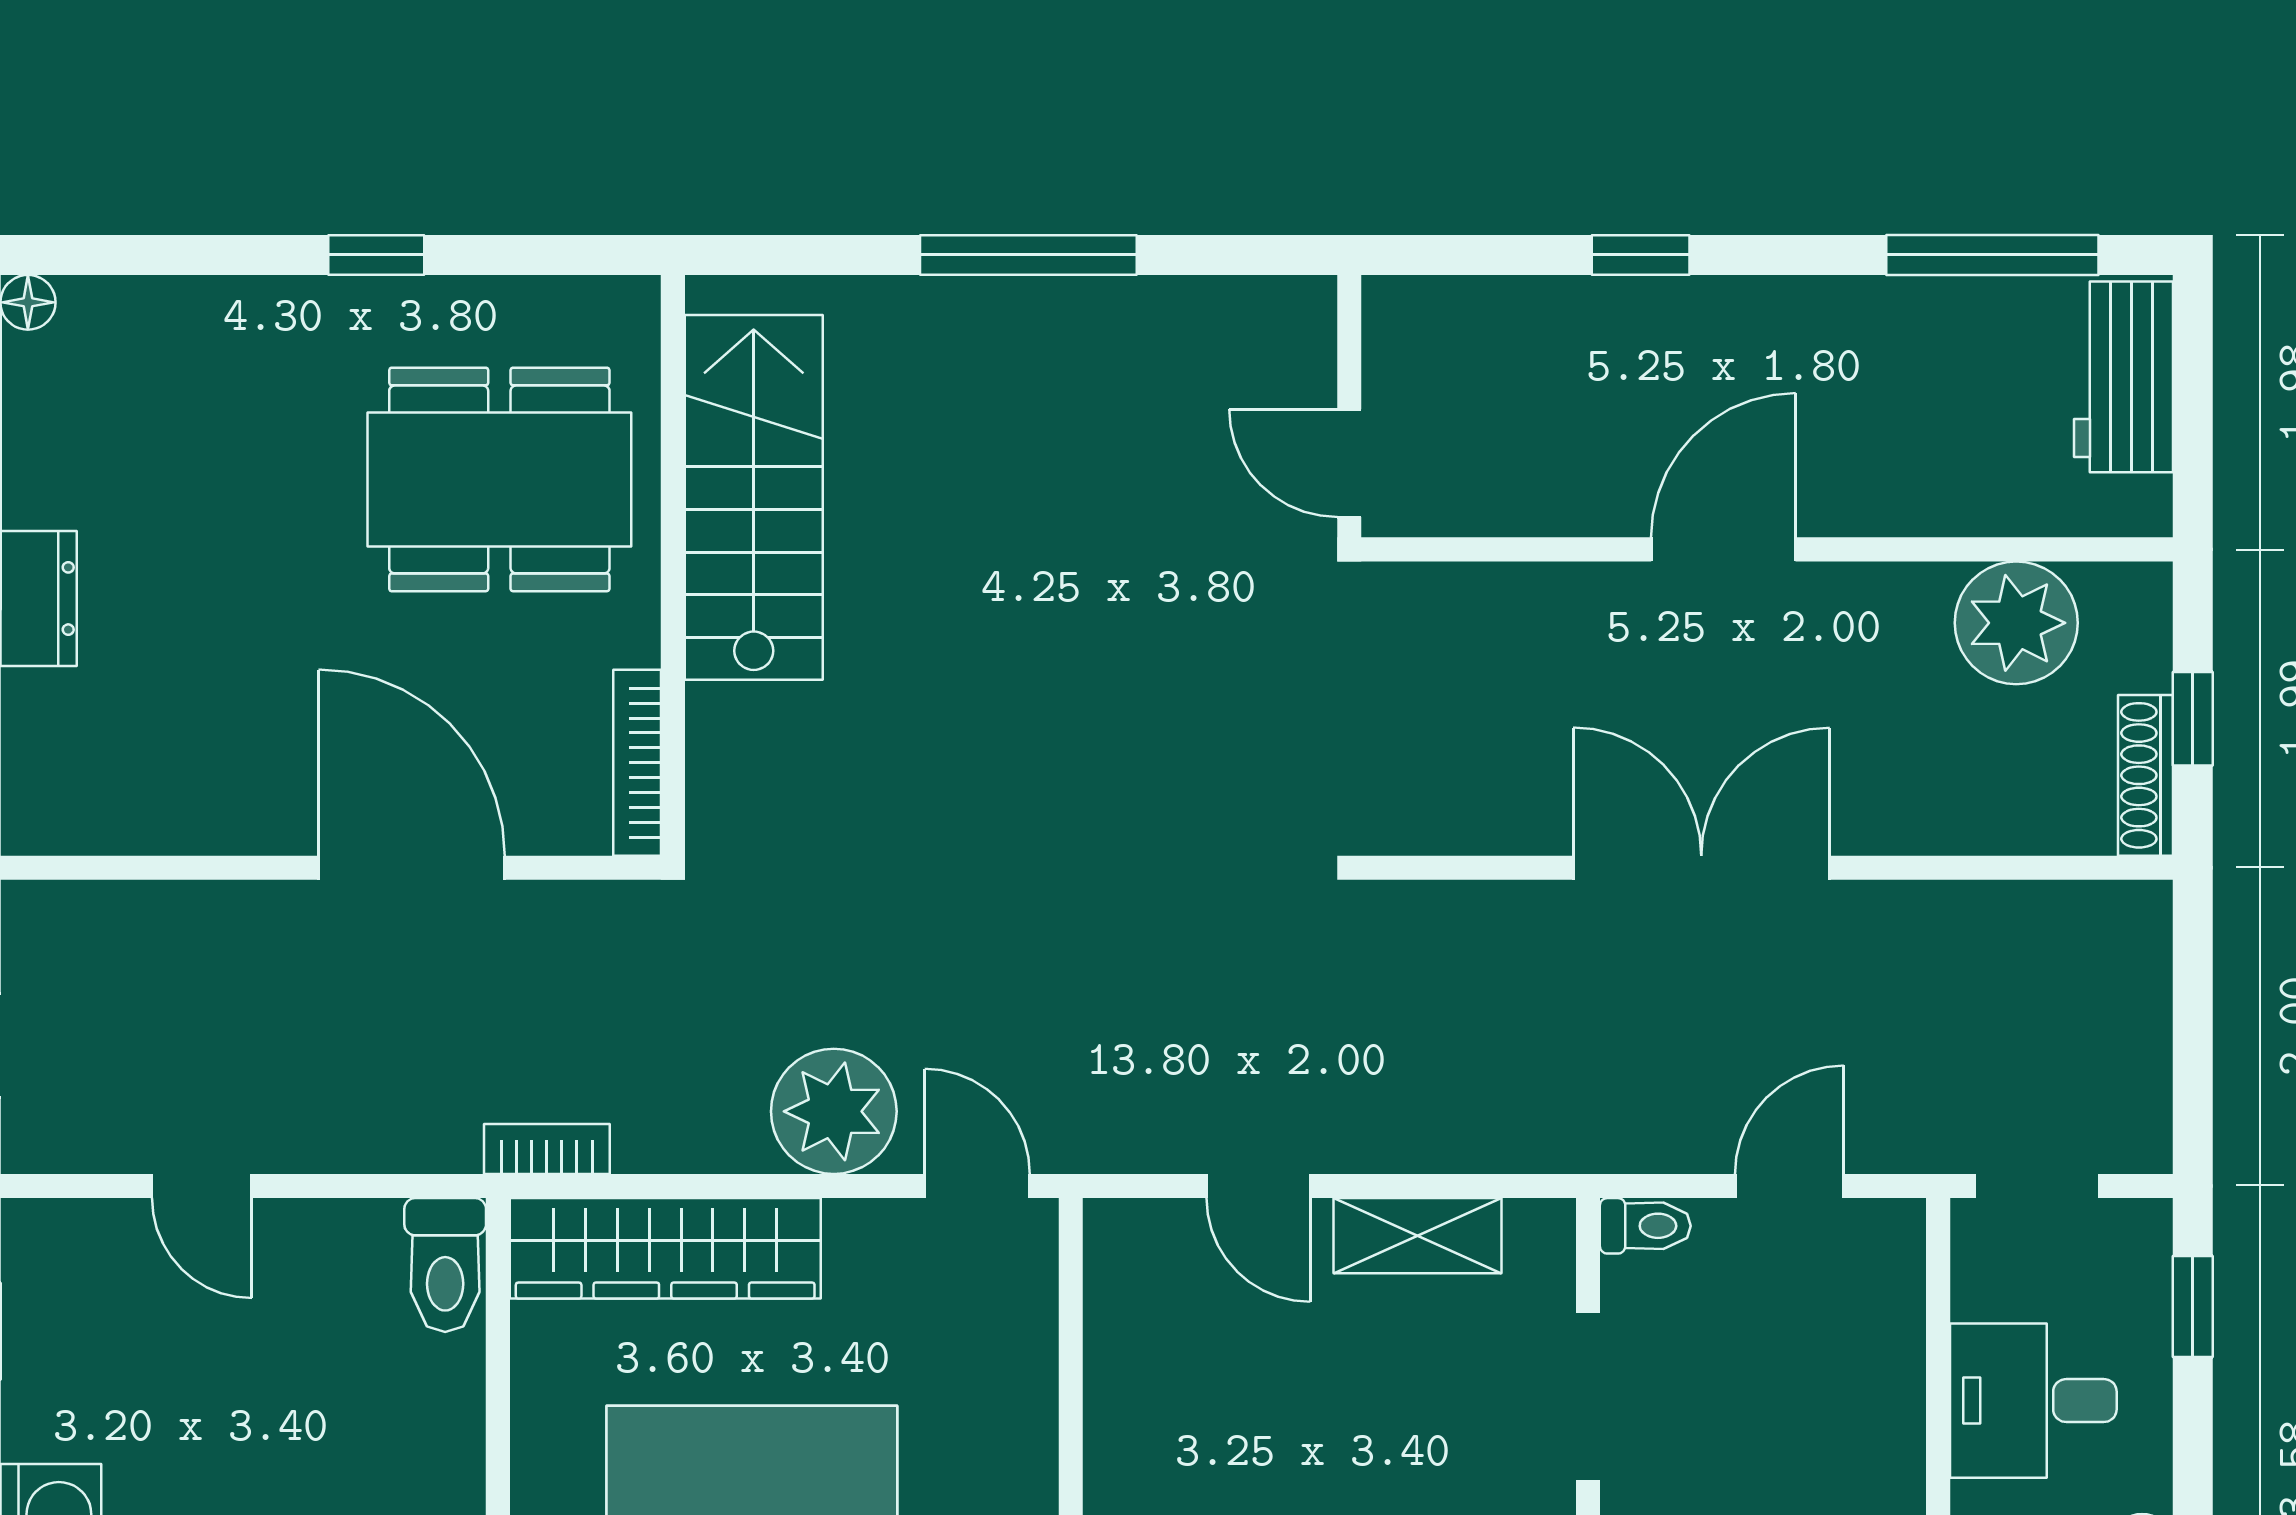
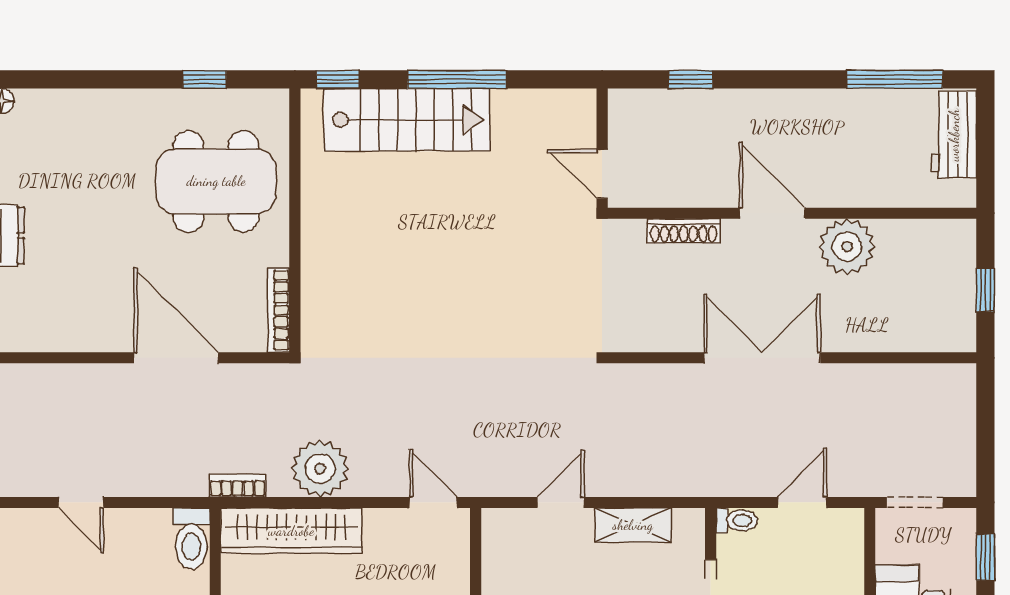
window: (376, 255) -> (205, 79), moved
window: (767, 255) -> (338, 79), added
window: (1641, 255) -> (691, 79), moved
stairs: (754, 497) -> (407, 120), moved, turned 90
door: (1723, 549) -> (772, 213), hinge flipped
plant: (2016, 623) -> (847, 247), moved
shoe rack: (2145, 775) -> (684, 231), moved, turned -90
plant: (834, 1111) -> (320, 469), moved
door: (1258, 1186) -> (561, 502), swing flipped

